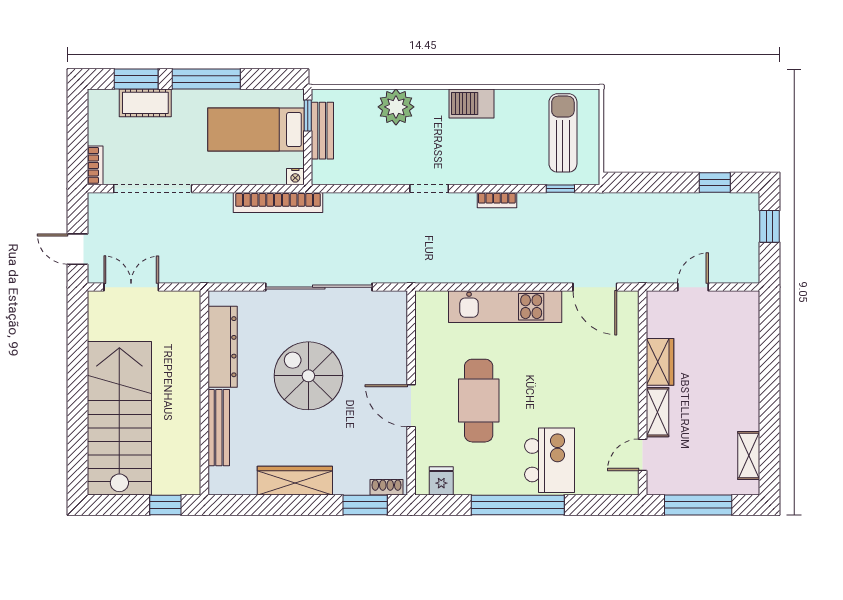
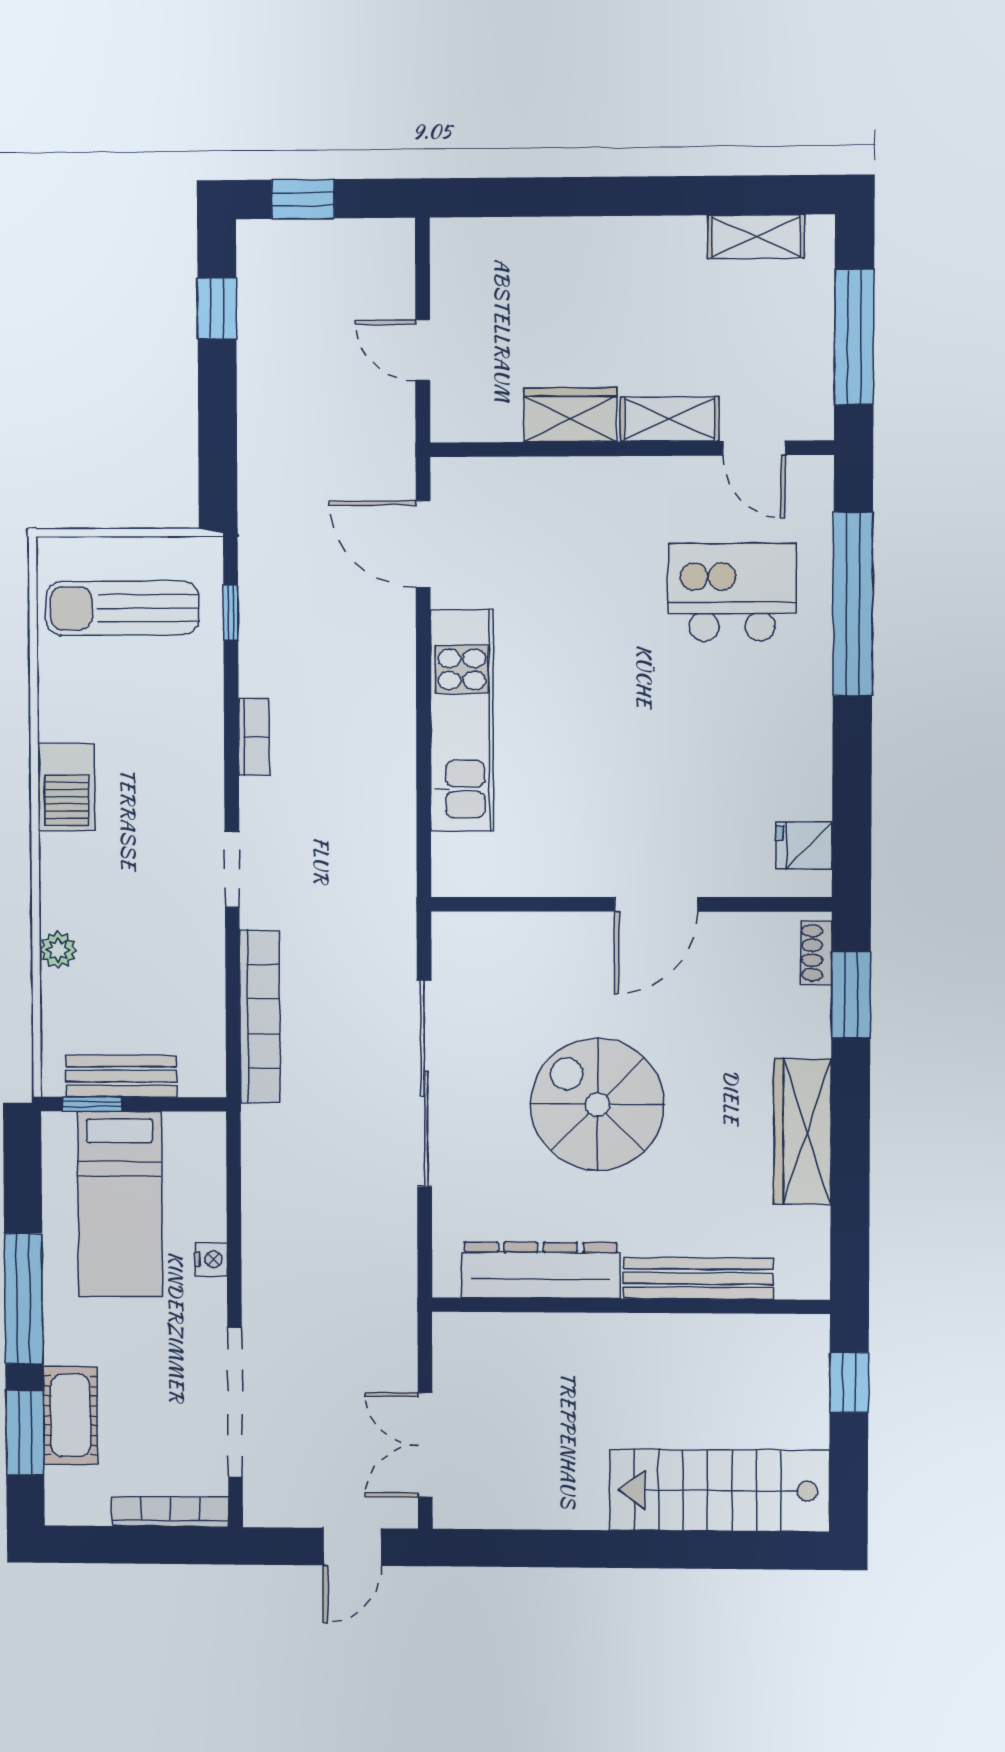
plant: (396, 107) -> (58, 950), width x0.53, depth x0.53
bookcase: (95, 165) -> (170, 1512), width x1.56
nightstand: (295, 177) -> (211, 1259), moved
bookcase: (278, 202) -> (260, 1016), moved
door: (595, 287) -> (423, 544), swing flipped
spiral stairs: (308, 376) -> (597, 1104), turned 90
cafe table: (479, 401) -> (646, 772), removed
stairs: (119, 418) -> (720, 1490), width x0.73, depth x0.66
kitchen island: (550, 460) -> (732, 592), moved
window: (518, 505) -> (853, 604), moved

